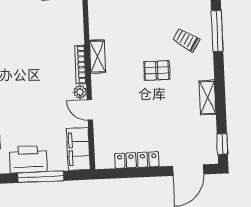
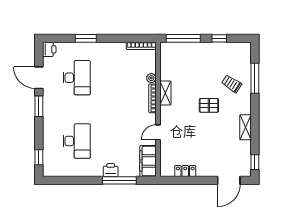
plant: (80, 92) -> (151, 78), moved
door: (90, 110) -> (158, 132), hinge flipped
printer: (28, 159) -> (111, 170), width x0.53, depth x0.68
locker: (137, 160) -> (185, 171), width x0.66

